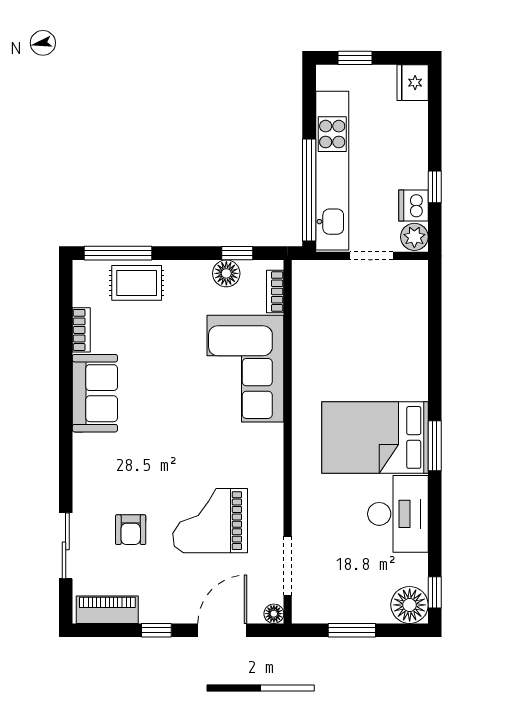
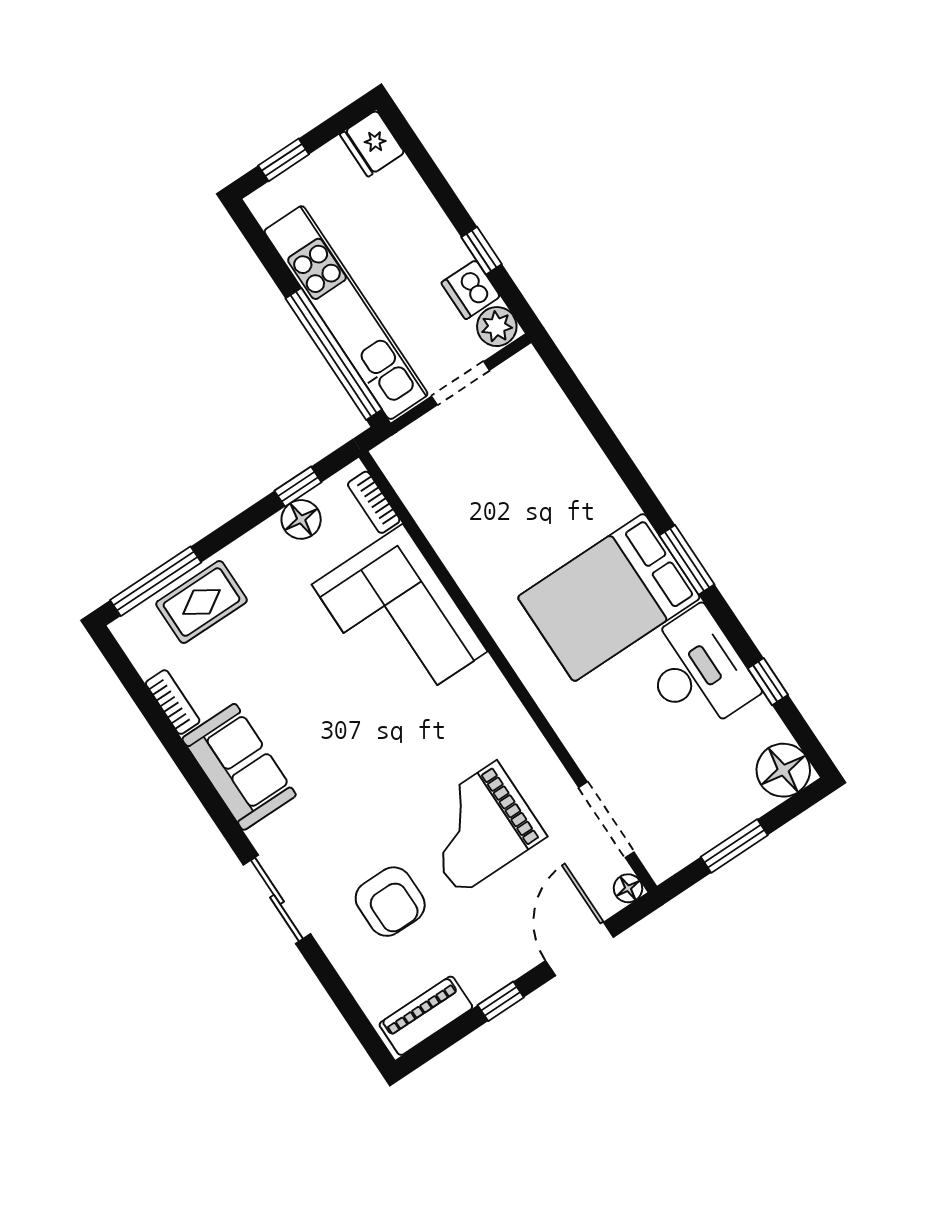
armchair: (131, 530) -> (390, 902), width x1.38, depth x1.38
sliding door: (66, 546) -> (277, 899), moved
window: (435, 592) -> (768, 682), moved

